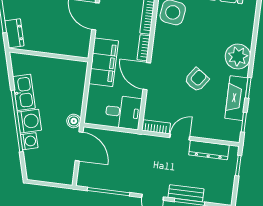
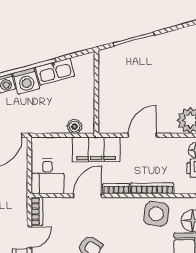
dresser: (14, 33) -> (114, 54), removed
boiler: (74, 121) -> (74, 127), moved
door: (180, 137) -> (29, 237), hinge flipped

